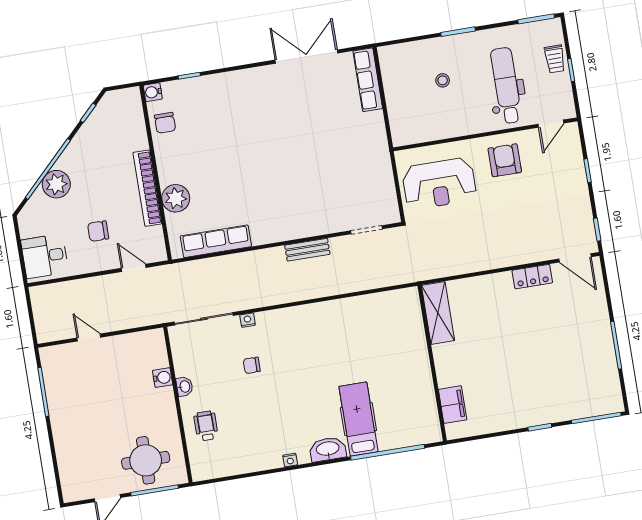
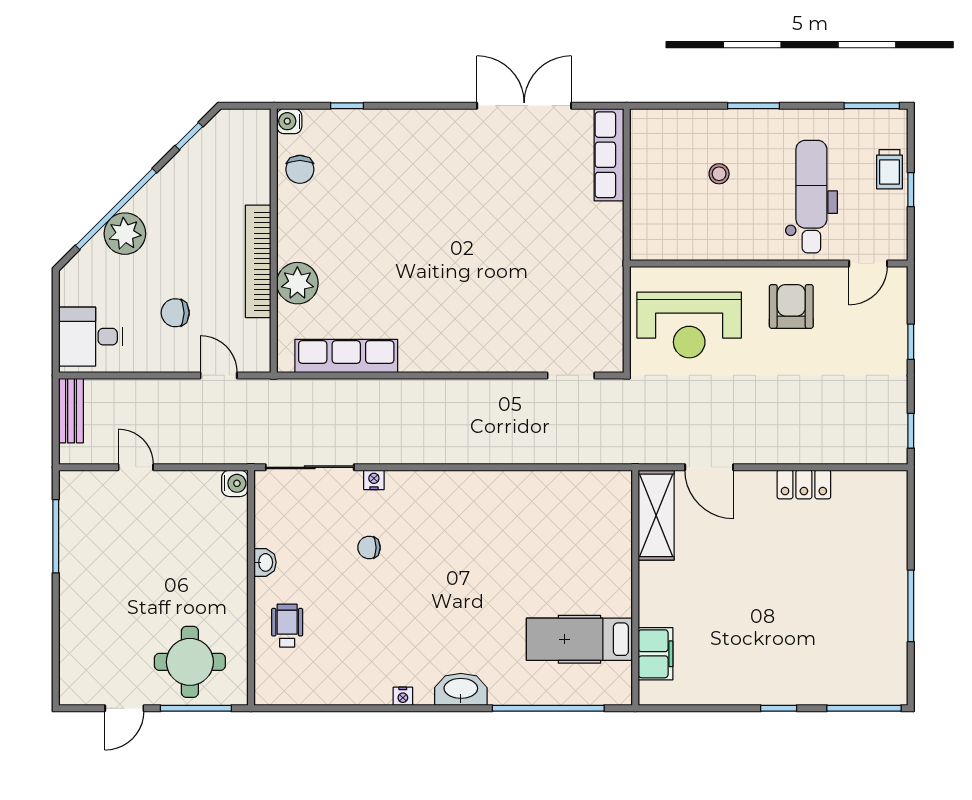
bench: (307, 250) -> (71, 411), moved, turned 90
door: (575, 258) -> (709, 467), moved
water cooler: (163, 378) -> (235, 483), moved
hospital bed: (358, 419) -> (579, 639), moved, turned -90

